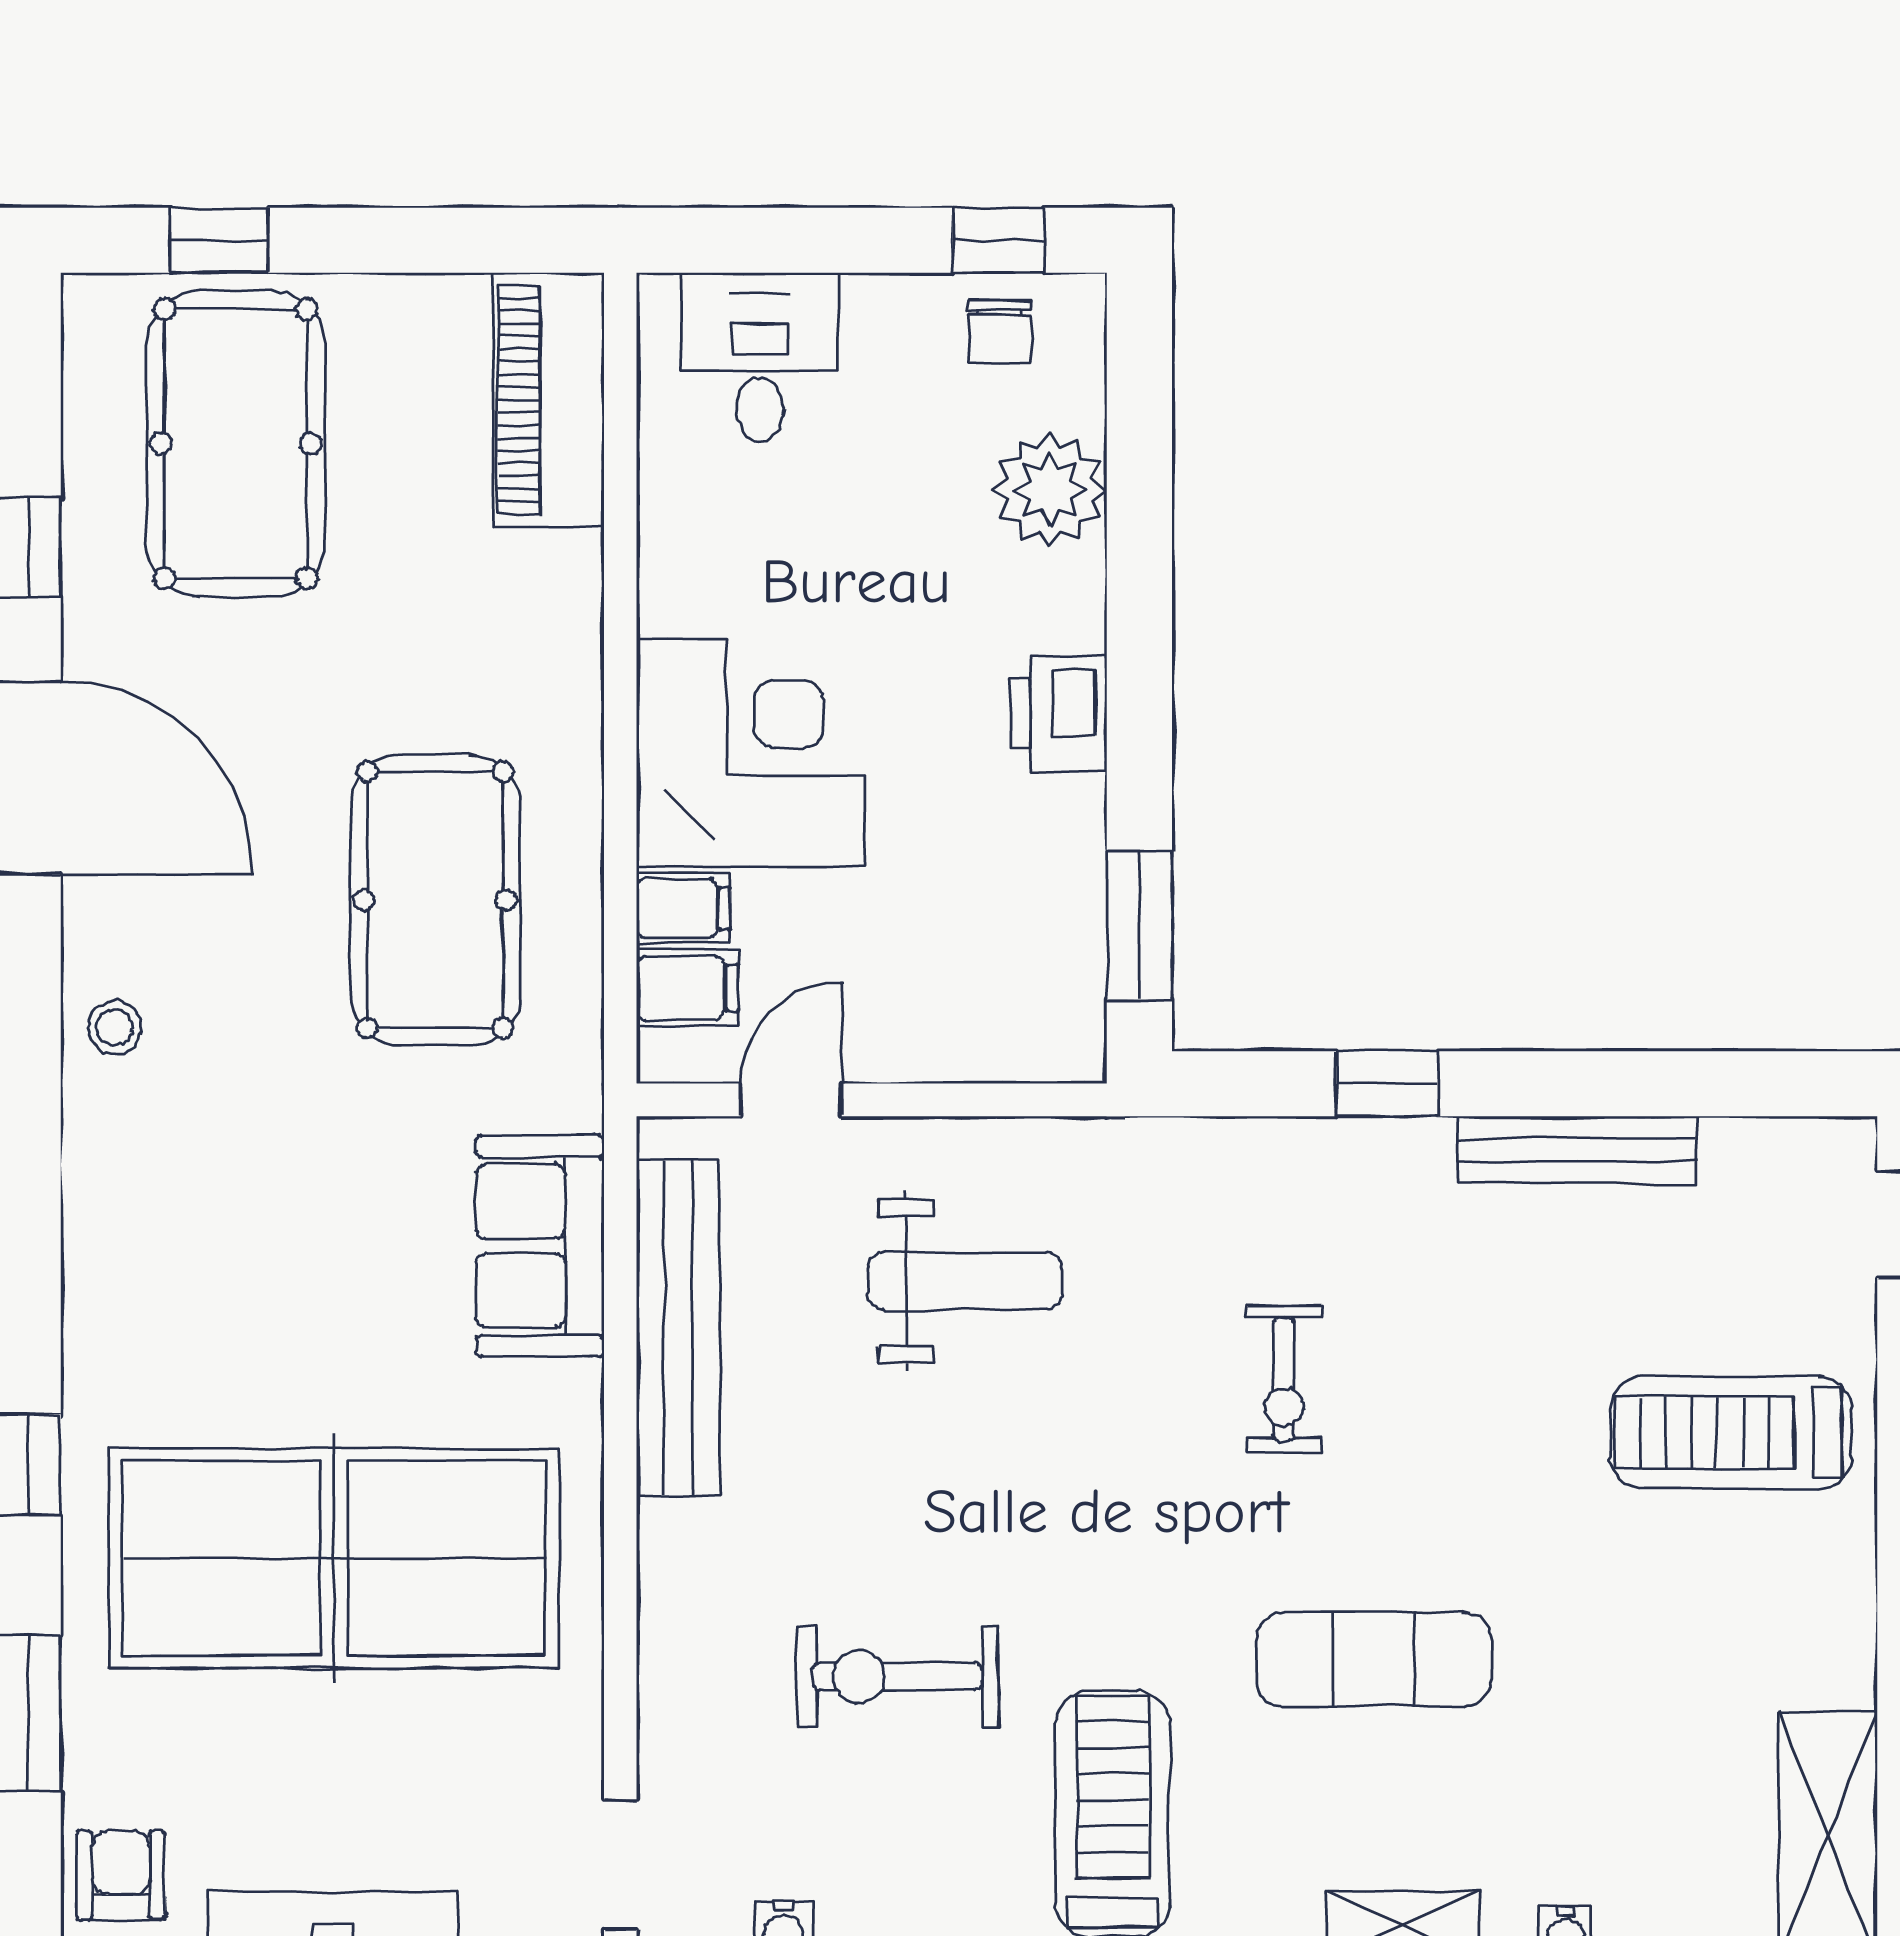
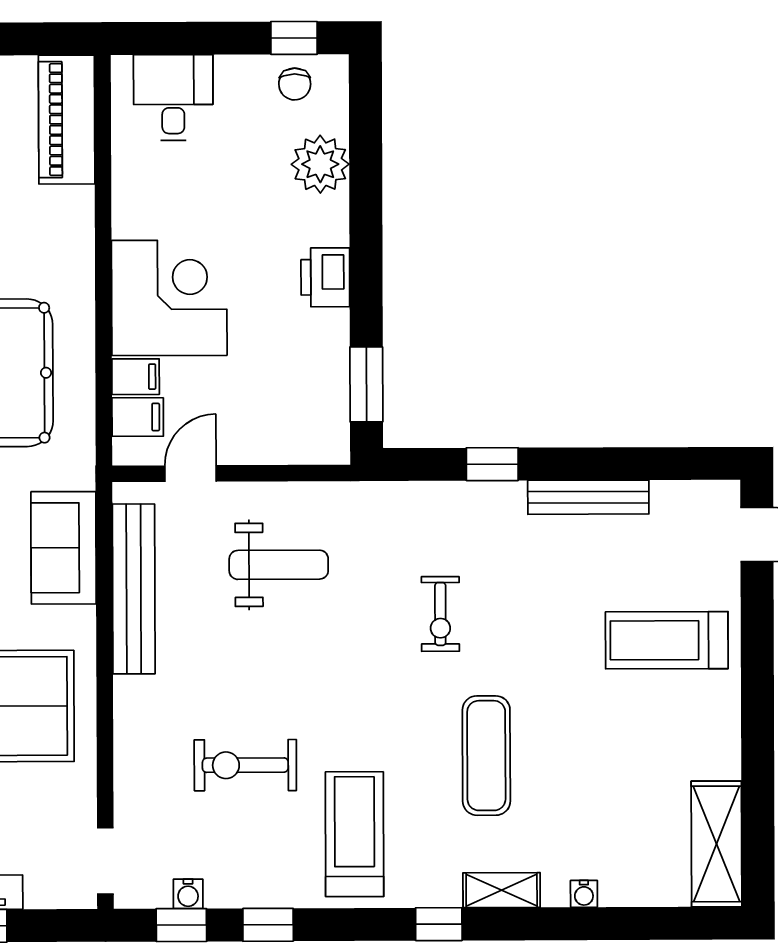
exercise mat: (1374, 1659) -> (486, 756), turned 90

